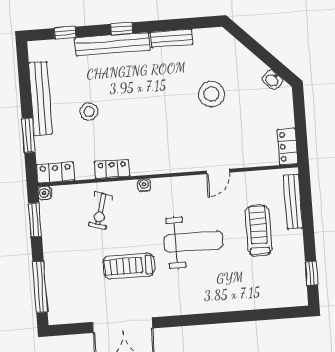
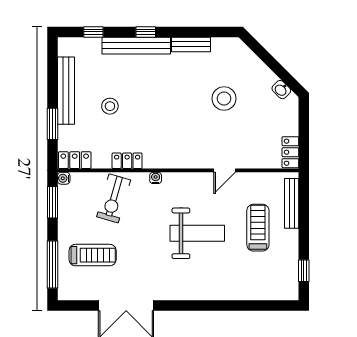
exercise bike: (101, 211) -> (114, 198), width x1.38, depth x1.39
treadmill: (129, 266) -> (93, 255), moved, turned 180

